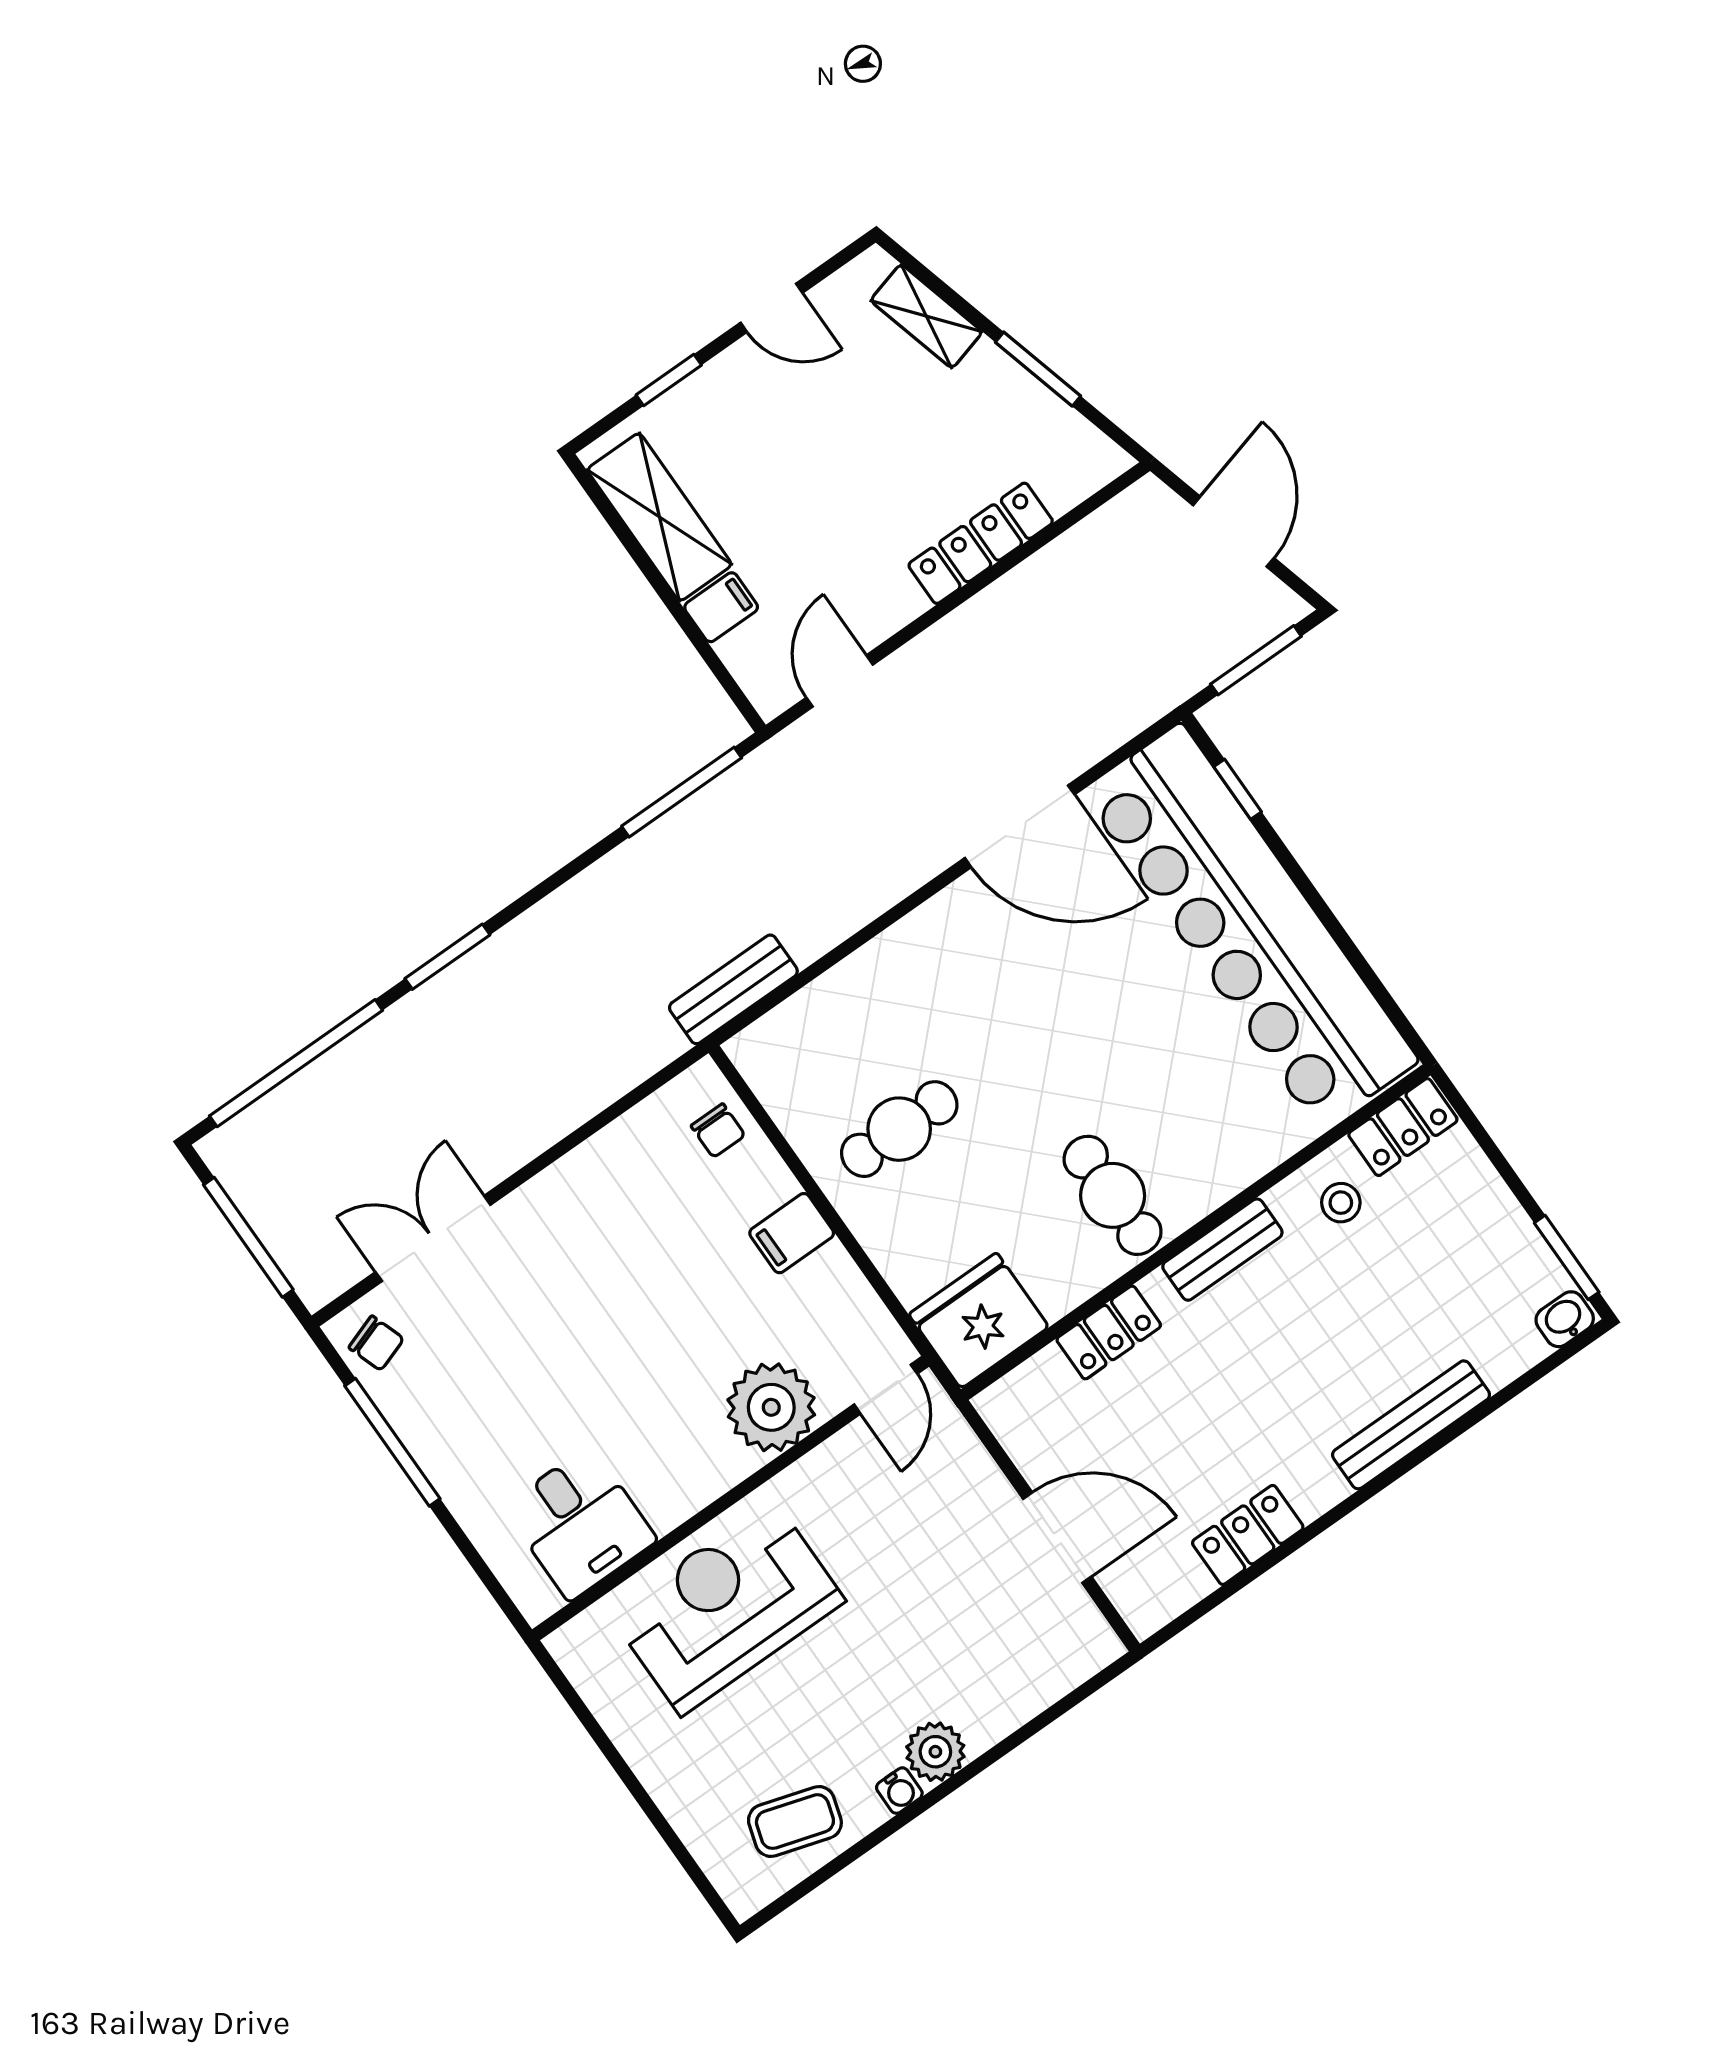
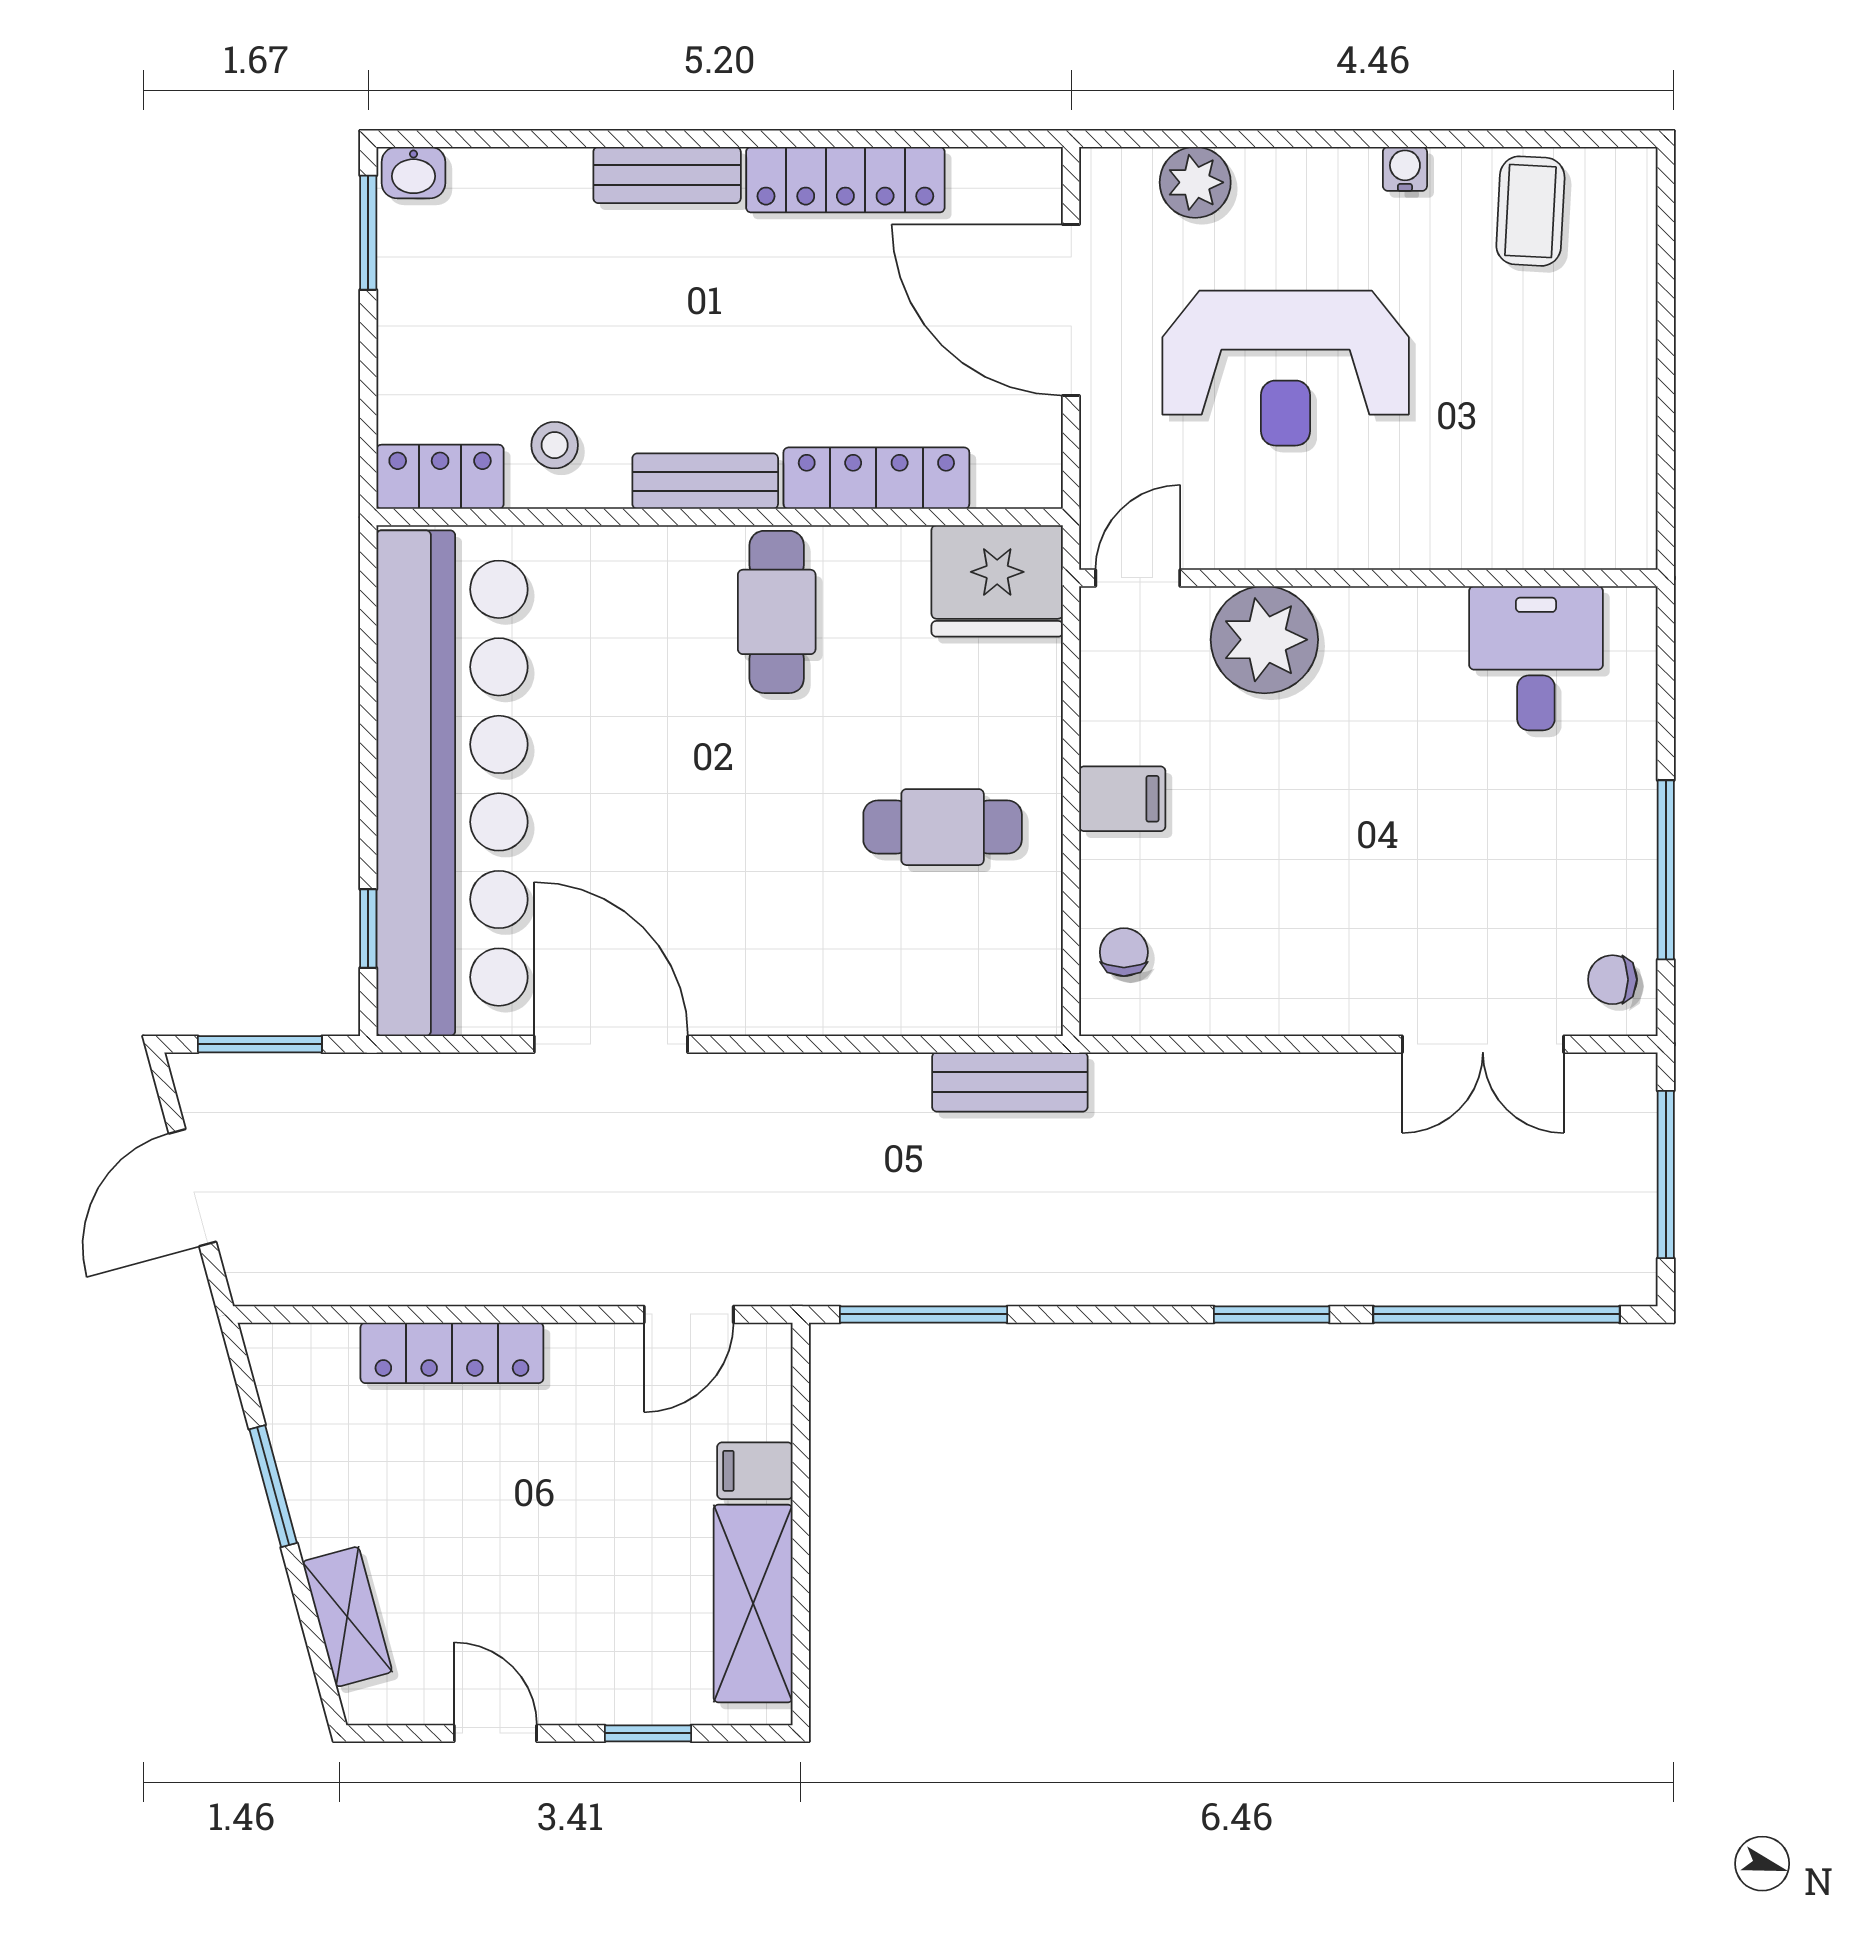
locker: (1109, 1332) -> (876, 478), width x1.53
chair: (376, 1343) -> (1612, 980), turned -71
bench: (1411, 1425) -> (667, 175), width x0.73
locker: (1248, 1535) -> (845, 180), width x1.53
door: (1057, 1538) -> (1071, 310), width x1.36
reception desk: (727, 1607) -> (1286, 368), moved
plant: (935, 1752) -> (1195, 182), moved
coffee table: (795, 1822) -> (1530, 211), turned 76

